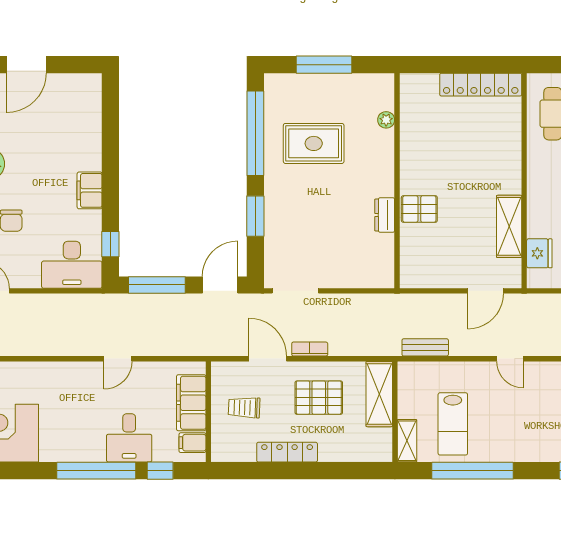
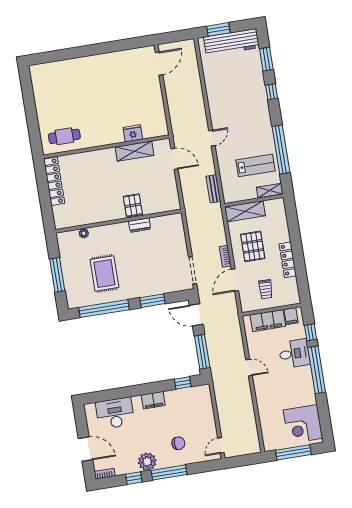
fridge: (539, 253) -> (133, 133), moved
desk: (72, 265) -> (115, 413), moved, turned -90

